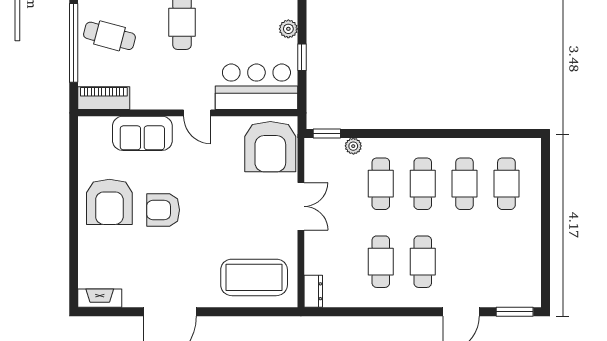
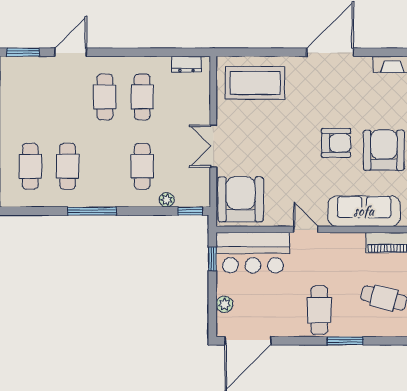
window: (302, 57) -> (212, 259), moved
sofa: (142, 133) -> (364, 211), width x1.36
window: (437, 133) -> (92, 211), added
cafe table: (423, 184) -> (105, 166), removed
dresser: (313, 291) -> (186, 64), moved, turned -90

